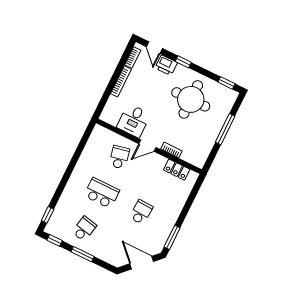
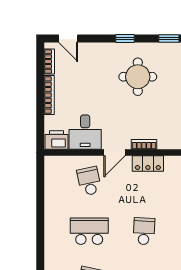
window: (183, 62) -> (125, 38), moved
printer: (166, 65) -> (56, 140), moved, turned 180
round table: (191, 99) -> (138, 77), width x0.73, depth x0.73
locker: (177, 170) -> (148, 164), moved

